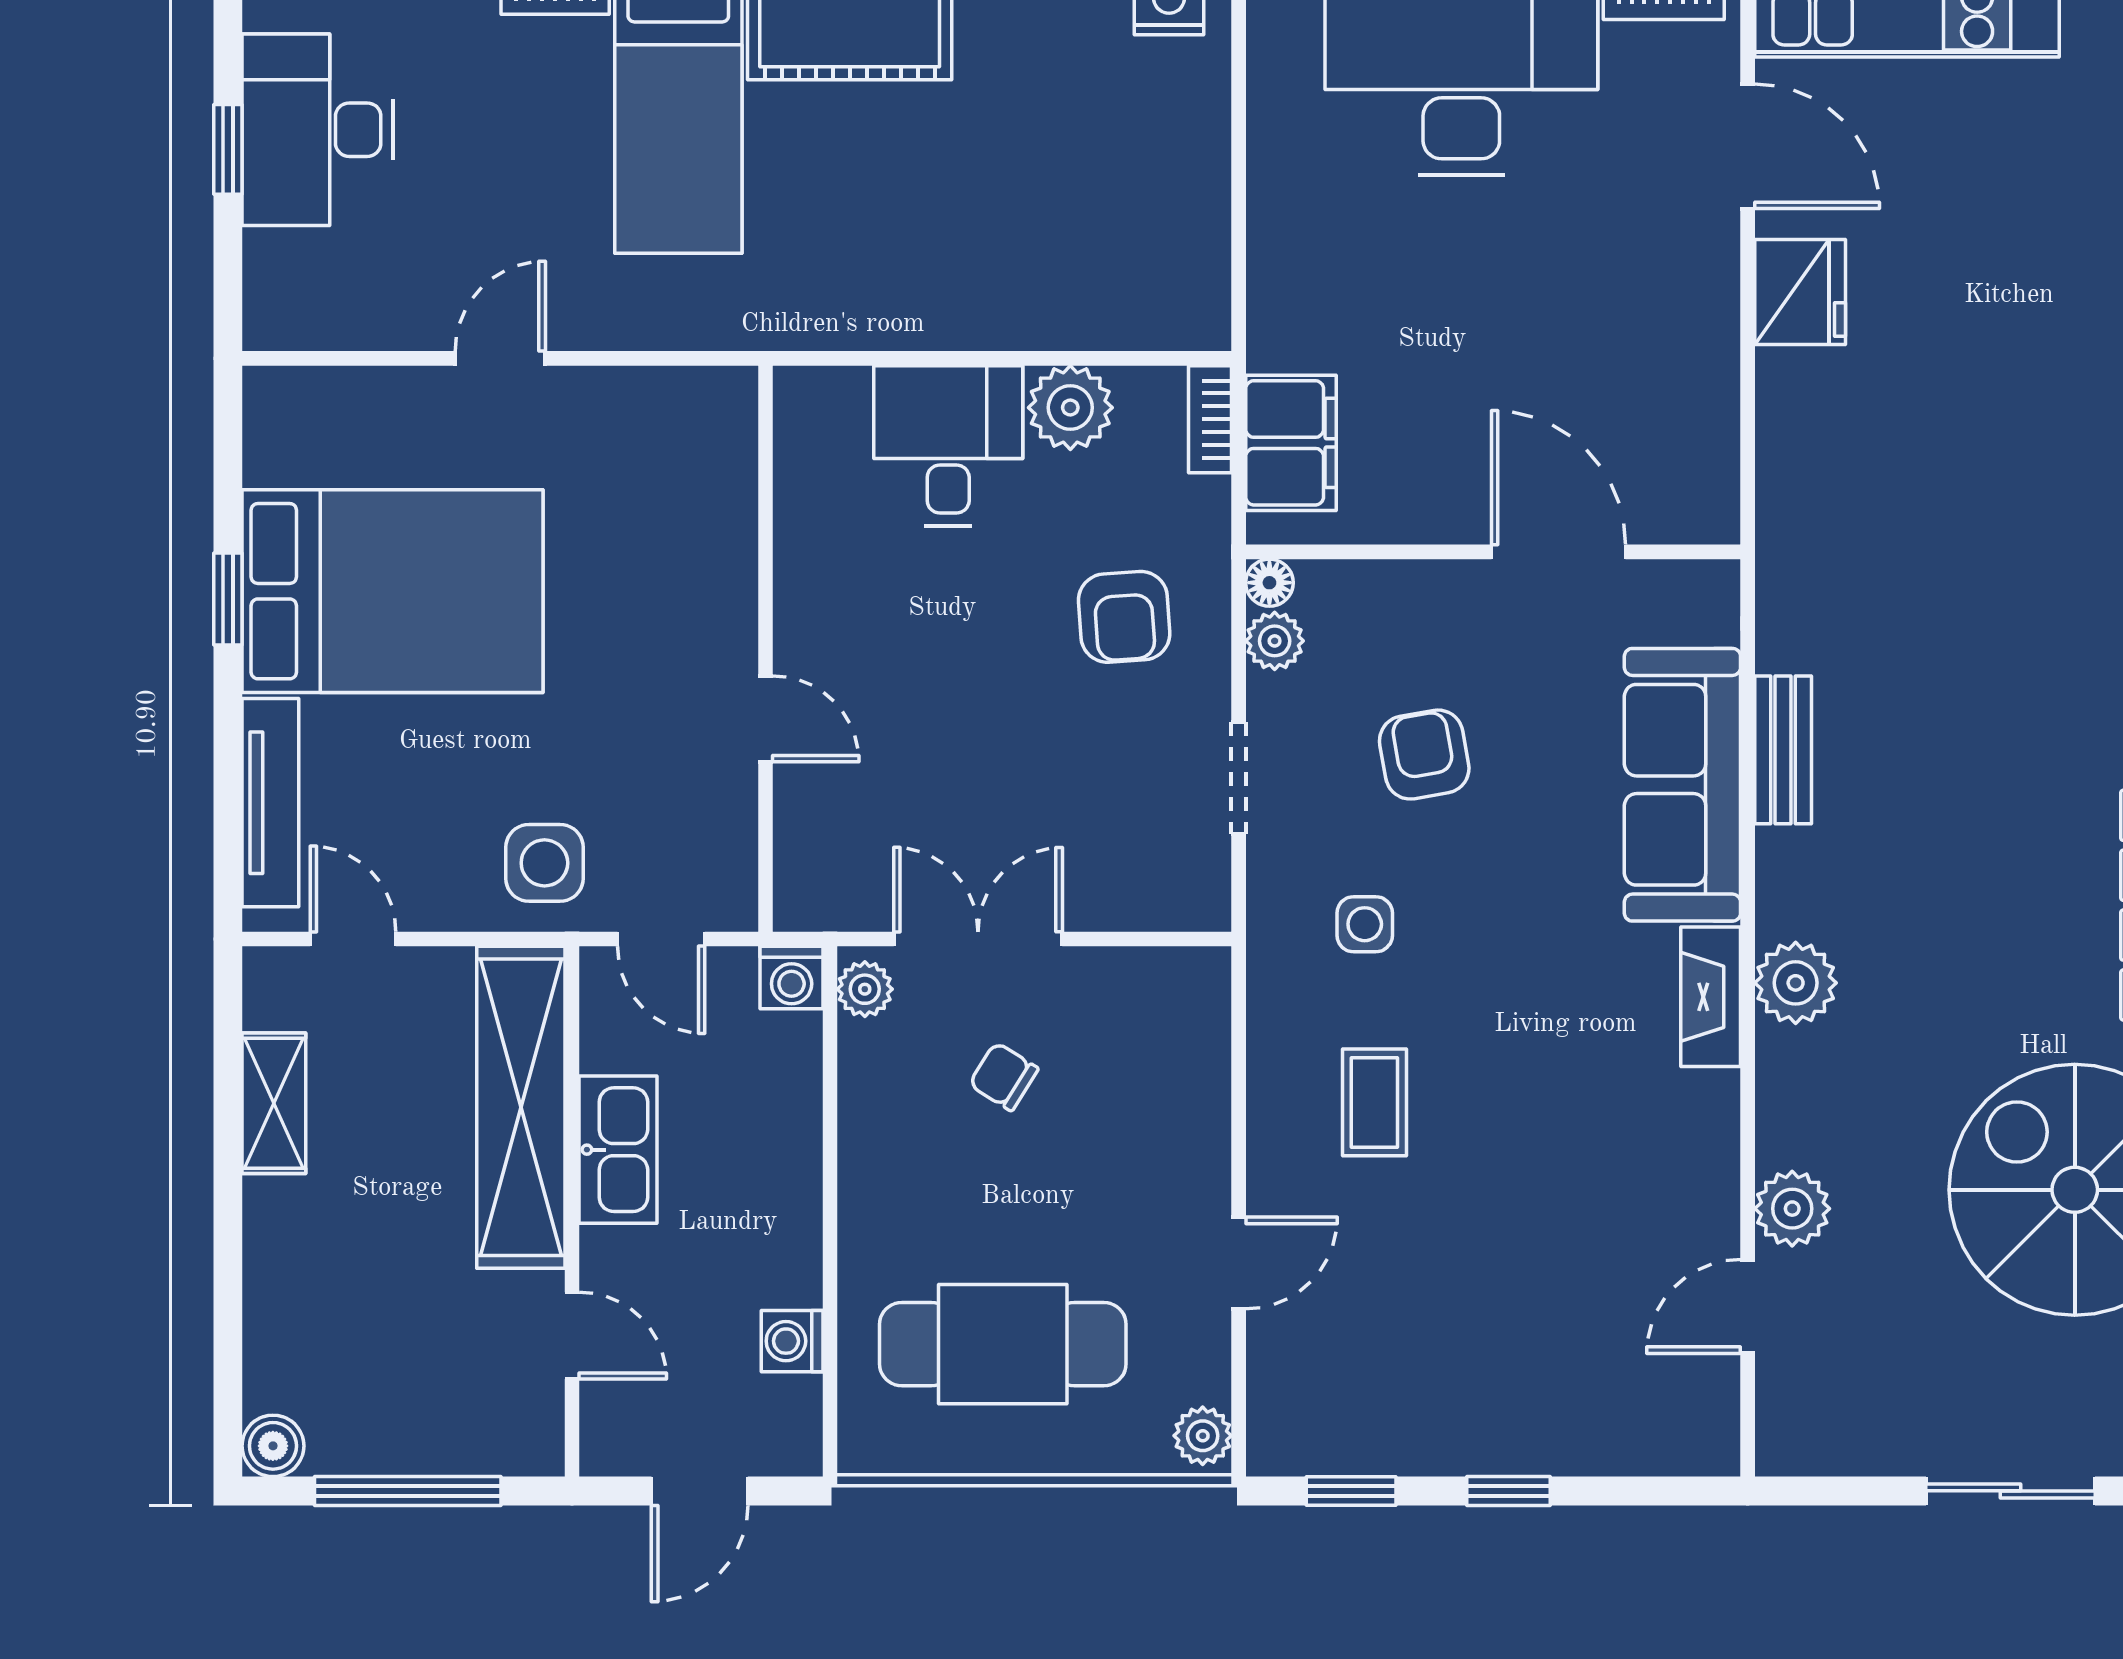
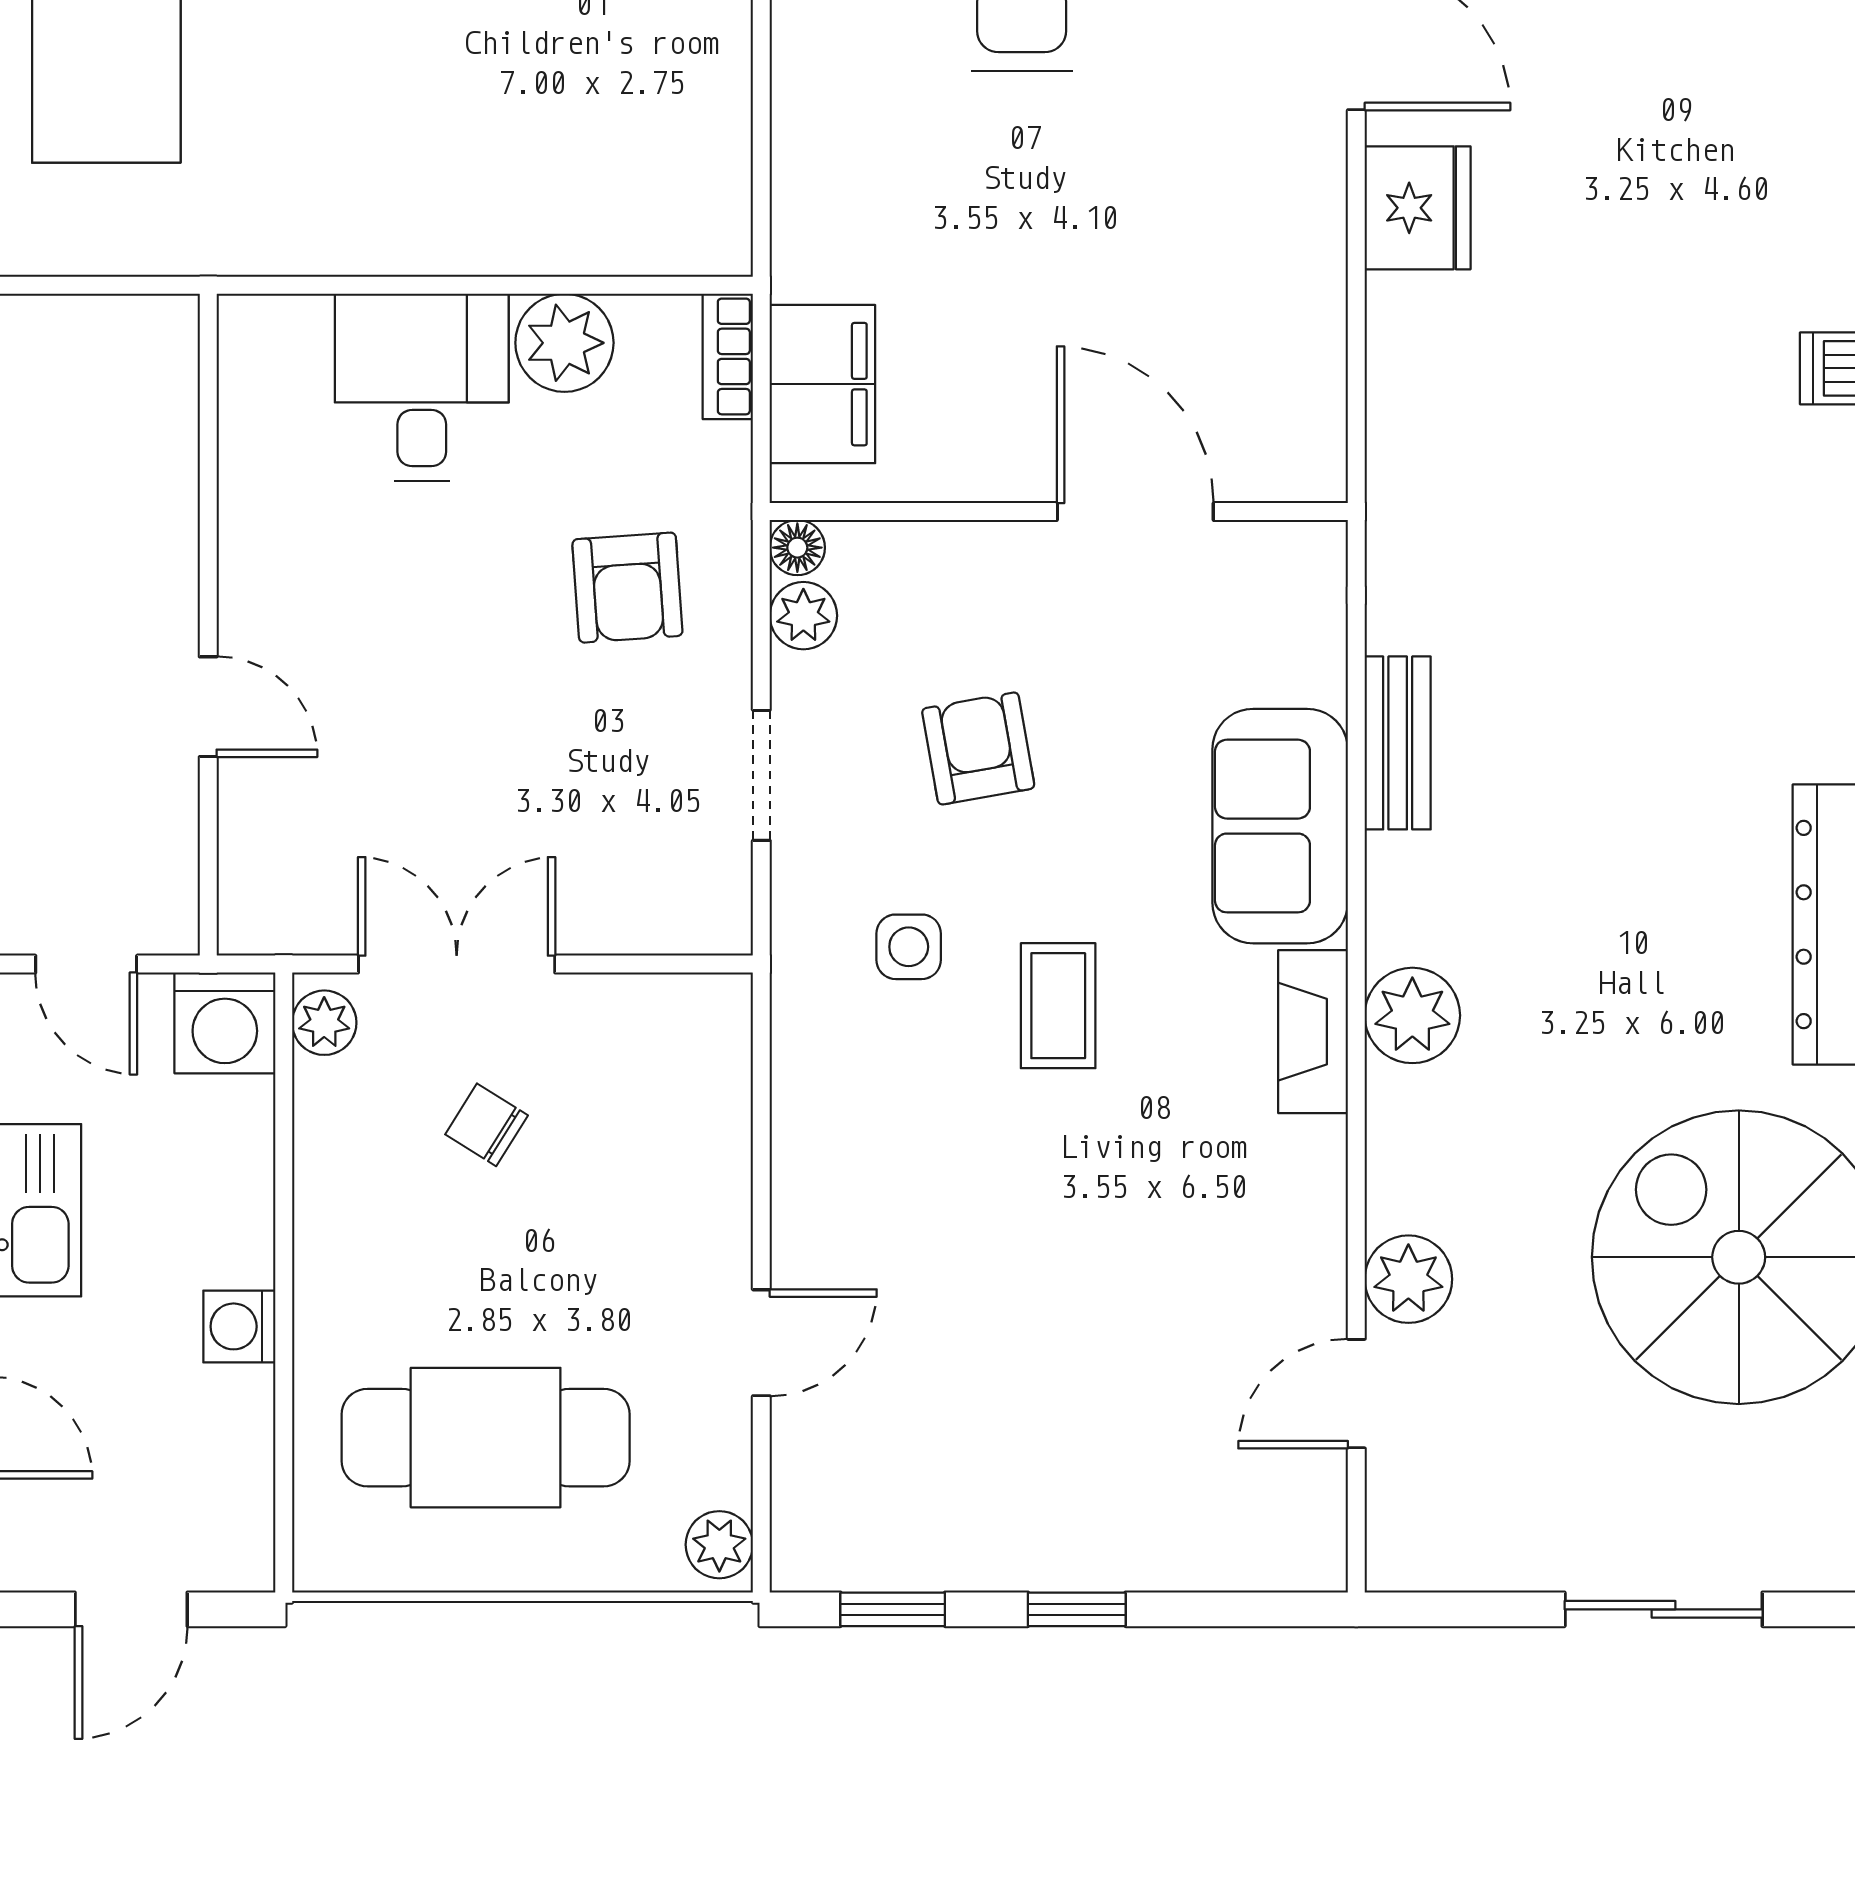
sofa: (1682, 785) -> (1280, 826), width x0.73
washing machine: (792, 977) -> (225, 1023), width x1.38, depth x1.38
coffee table: (1374, 1102) -> (1058, 1006), moved
washing machine: (792, 1341) -> (239, 1326), moved

